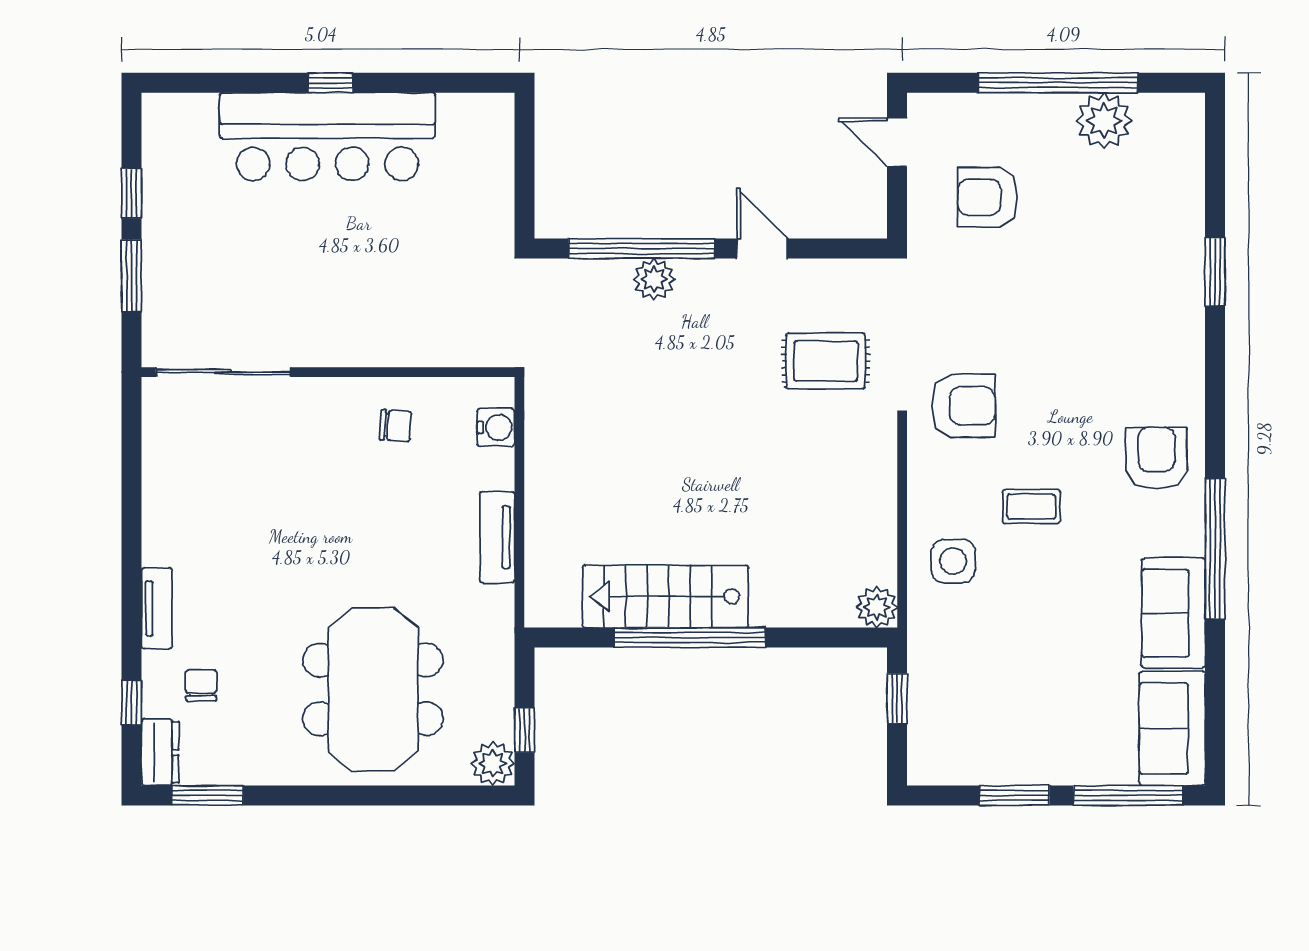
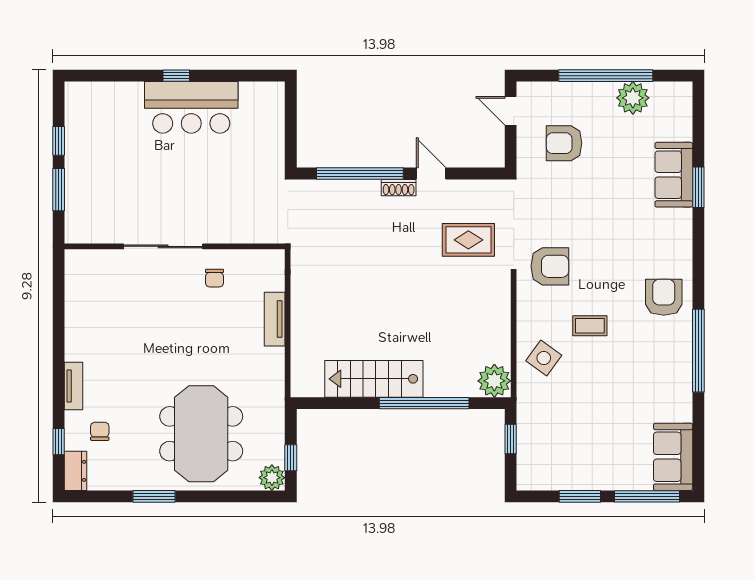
bar counter: (327, 137) -> (191, 107), width x0.73
shoe rack: (707, 273) -> (399, 188), added
plant: (654, 279) -> (367, 192), removed
sliding door: (223, 372) -> (163, 246), moved
chair: (395, 426) -> (214, 278), turned 86
water cooler: (496, 427) -> (274, 279), removed
tv unit: (497, 537) -> (275, 319), moved
side table: (953, 561) -> (544, 358), turned 36
plant: (877, 607) -> (494, 381), width x1.36, depth x1.36
sofa: (1173, 613) -> (674, 175), moved
window: (690, 638) -> (424, 403), moved
window: (208, 795) -> (154, 496), moved

